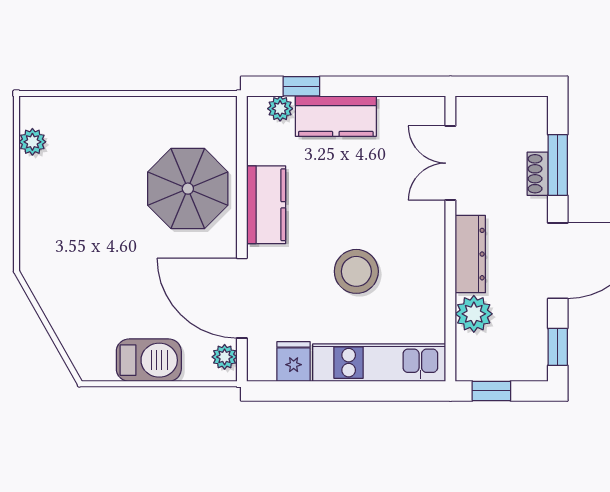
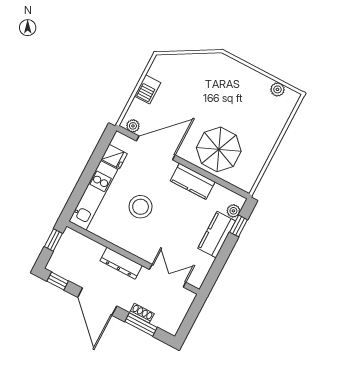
plant: (474, 314) -> (93, 250), removed
barbecue: (149, 360) -> (148, 89), width x0.73, depth x0.79

